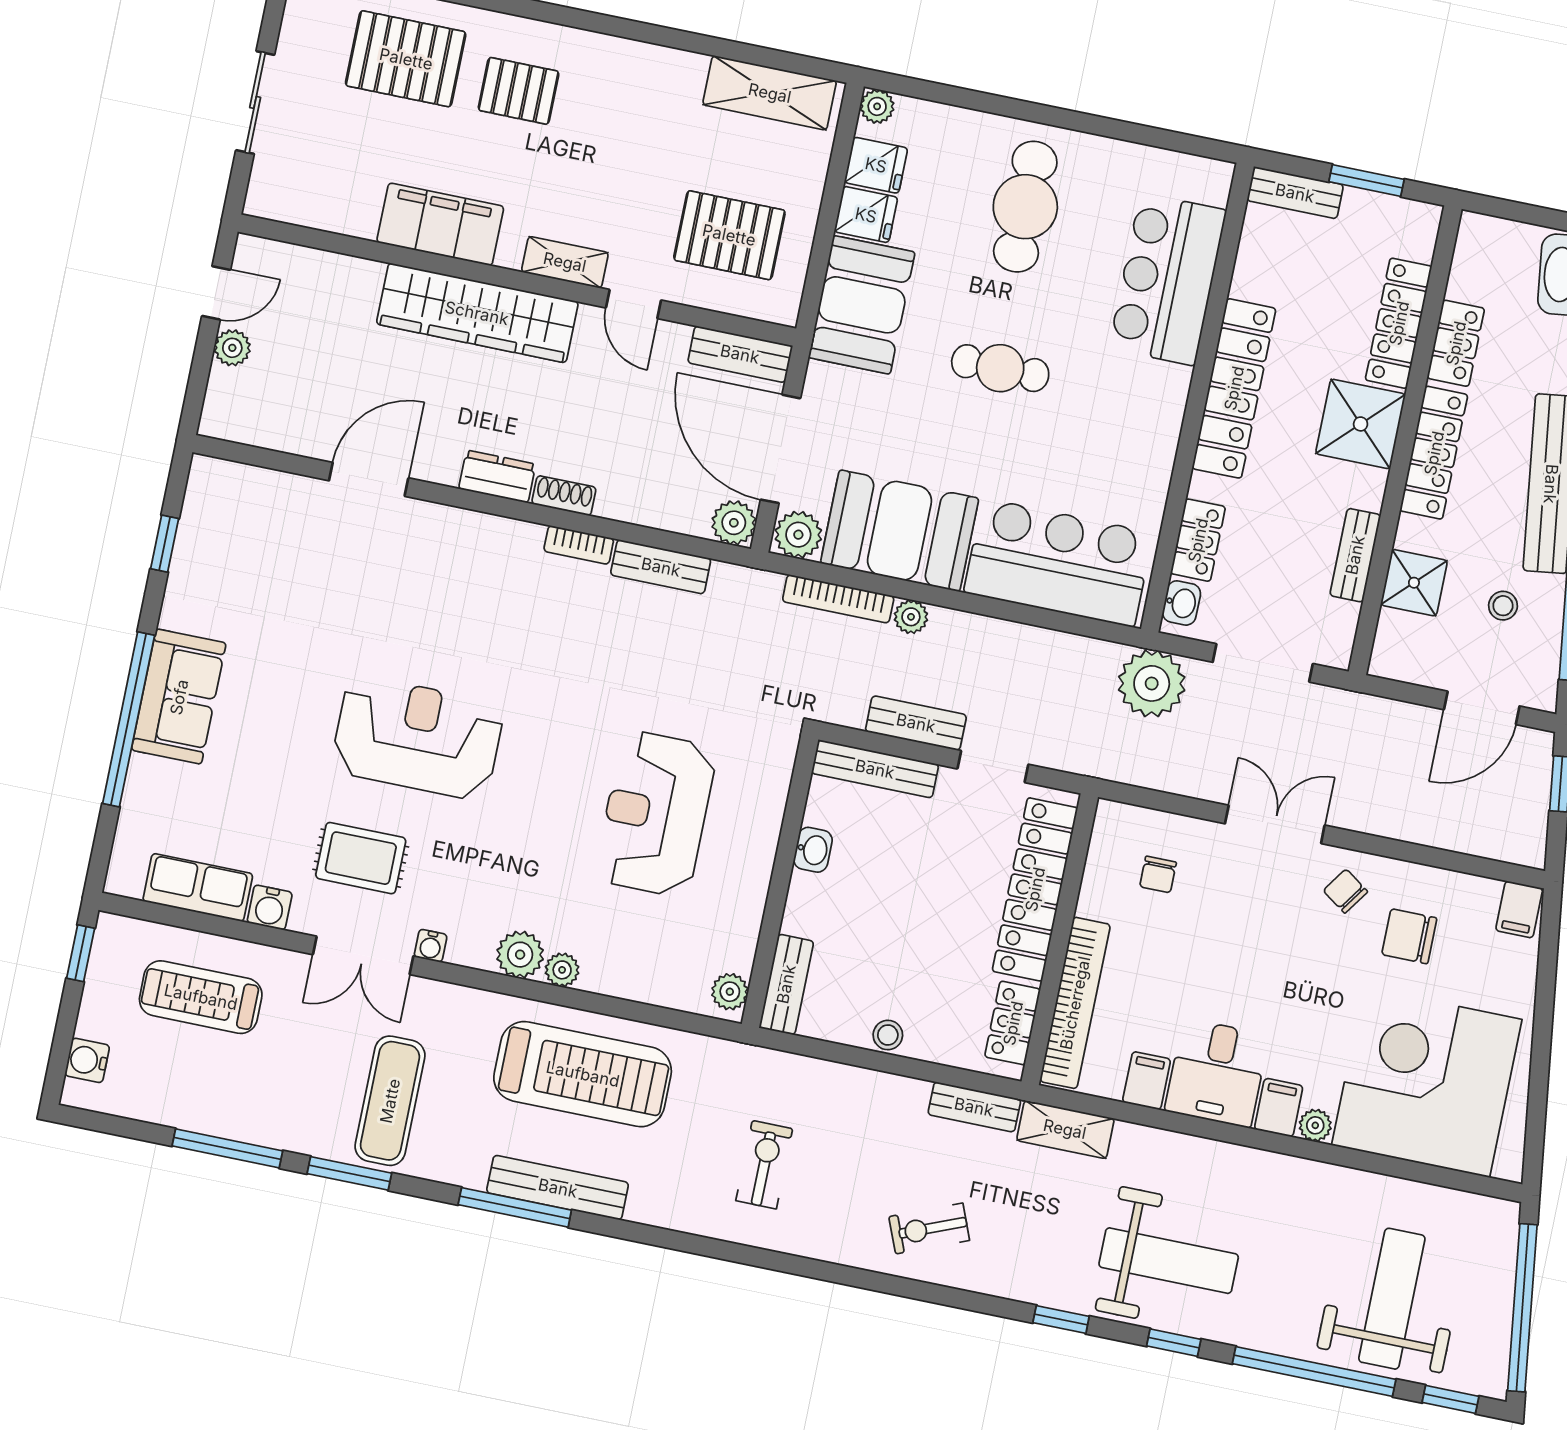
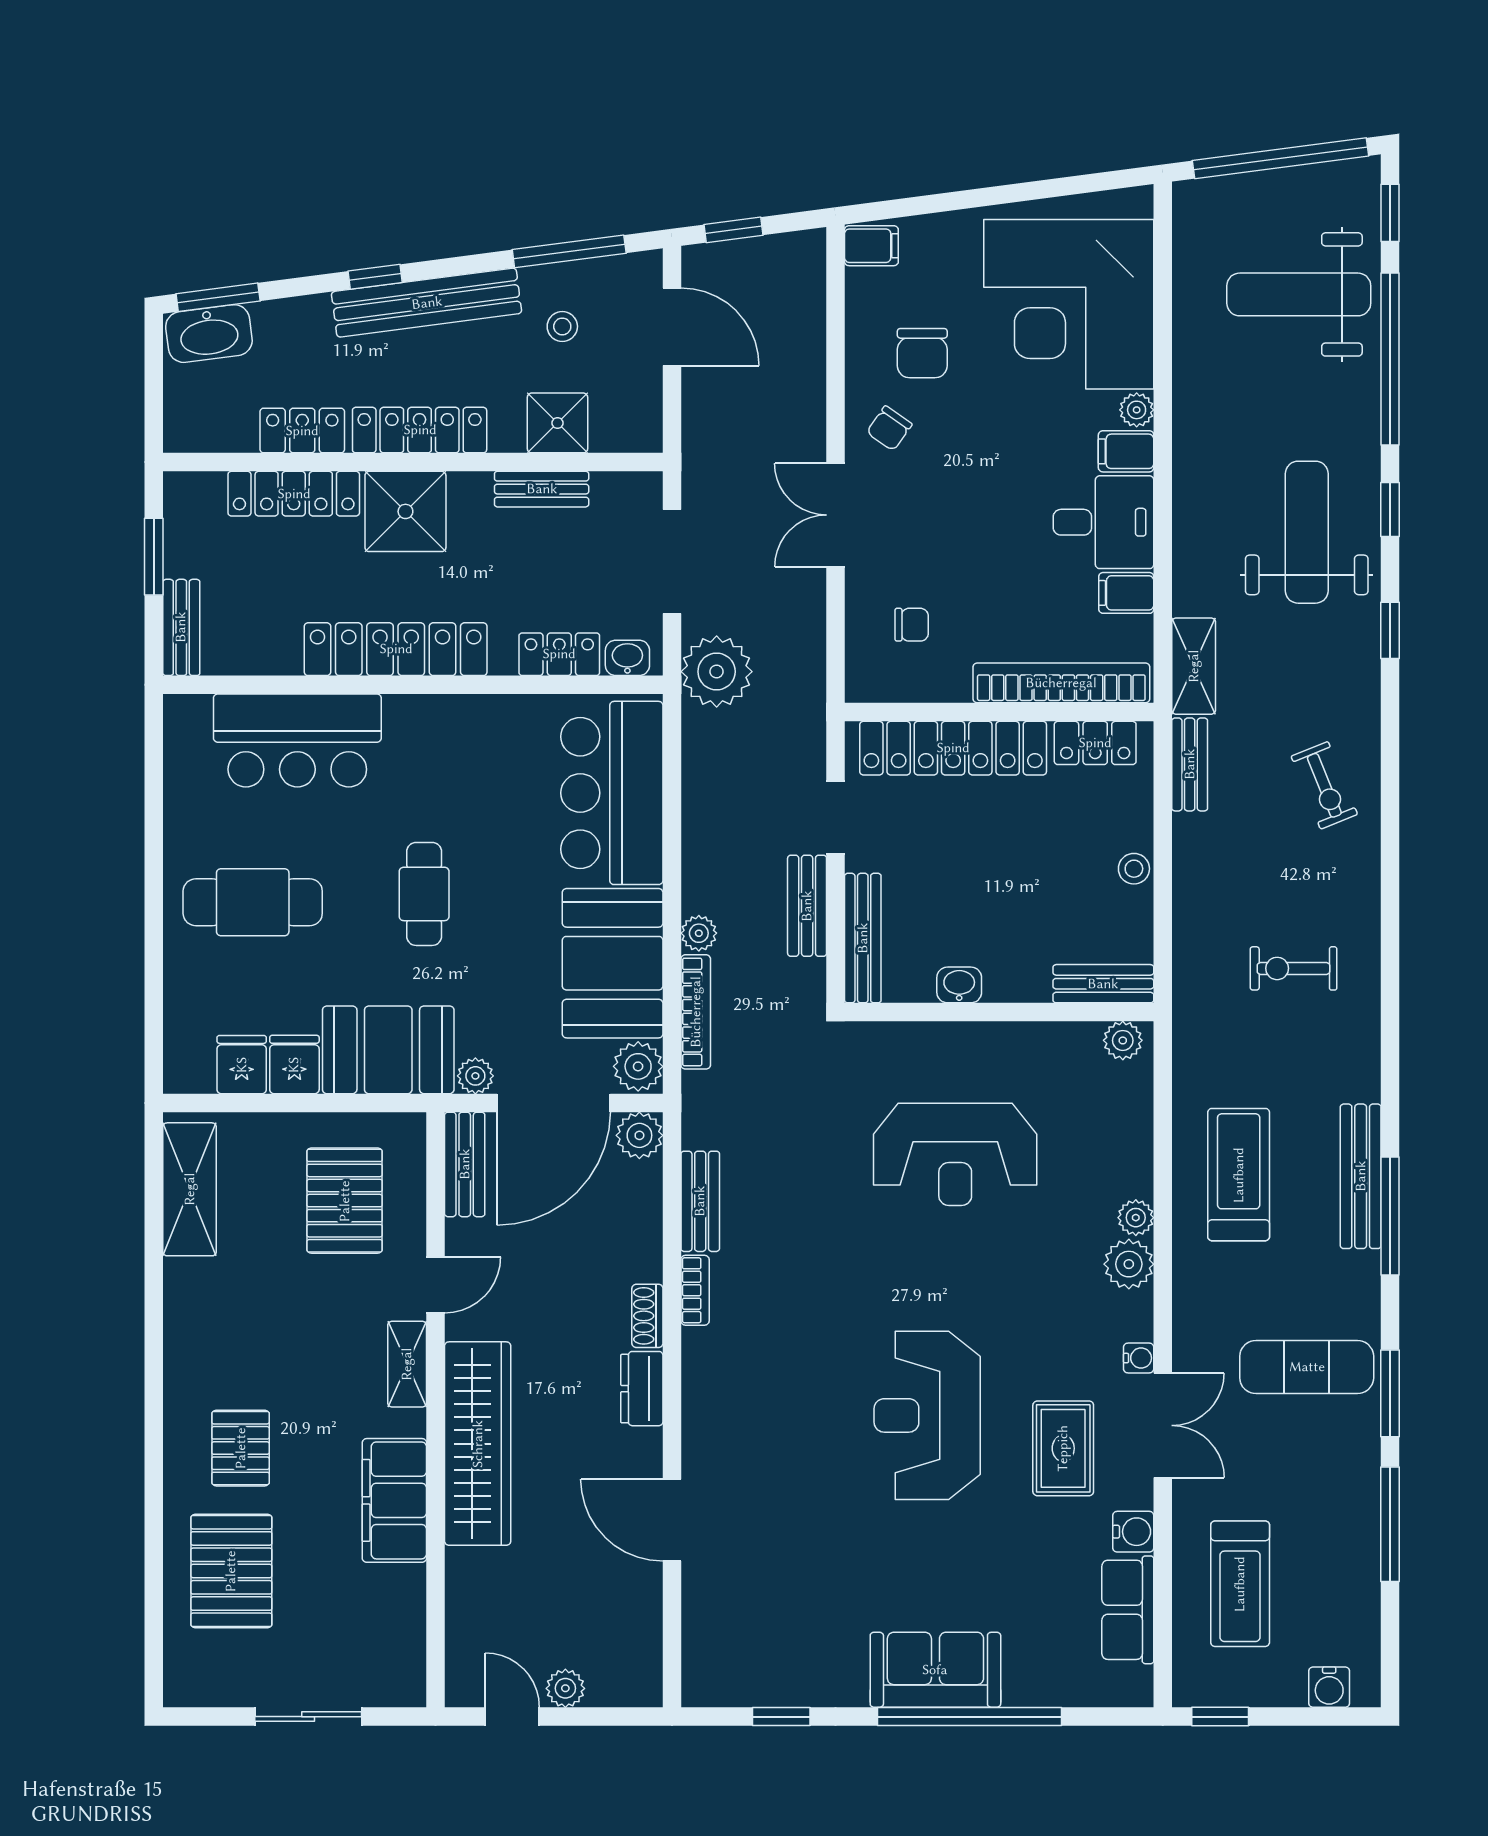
plant: (877, 106) -> (475, 1076), moved
treadmill: (583, 1074) -> (1239, 1175), width x0.73, depth x0.73

